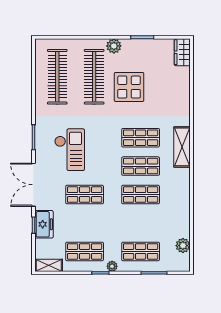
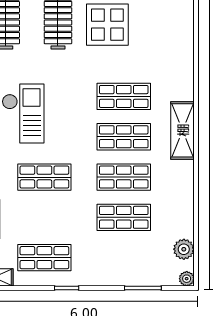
shelving: (182, 147) -> (183, 130), moved
shop shelf: (141, 251) -> (124, 217), moved
plant: (112, 266) -> (187, 279), moved

